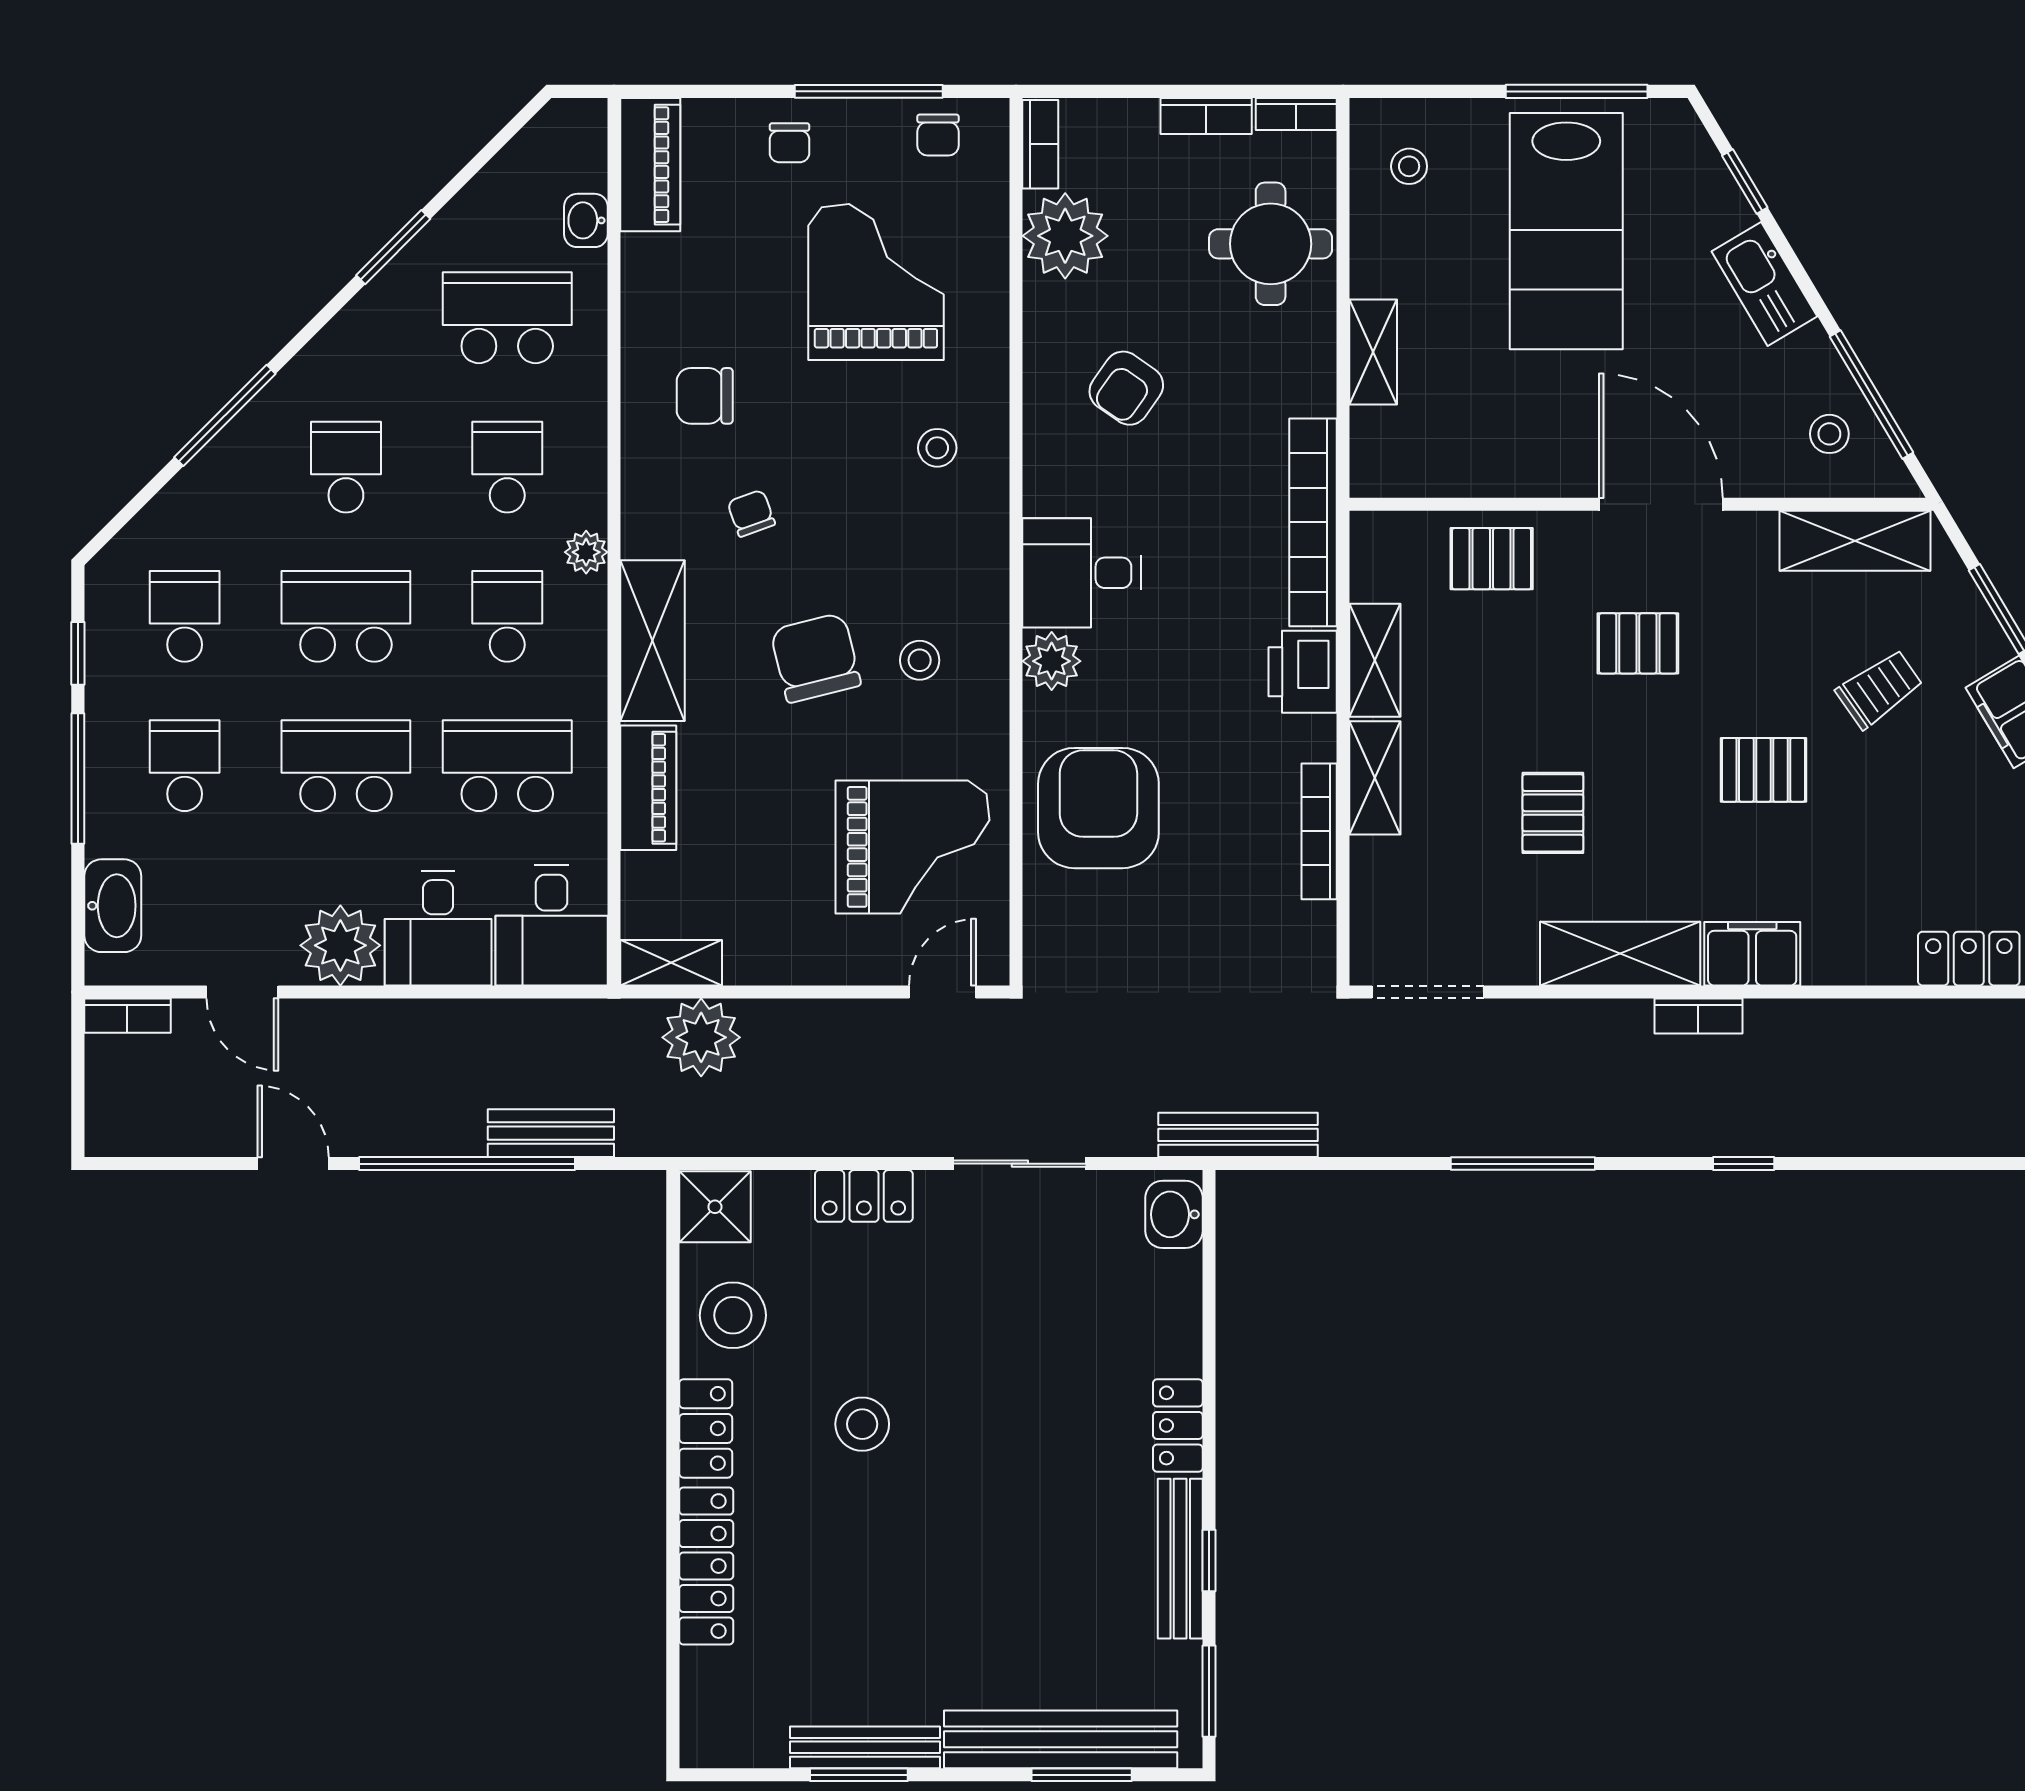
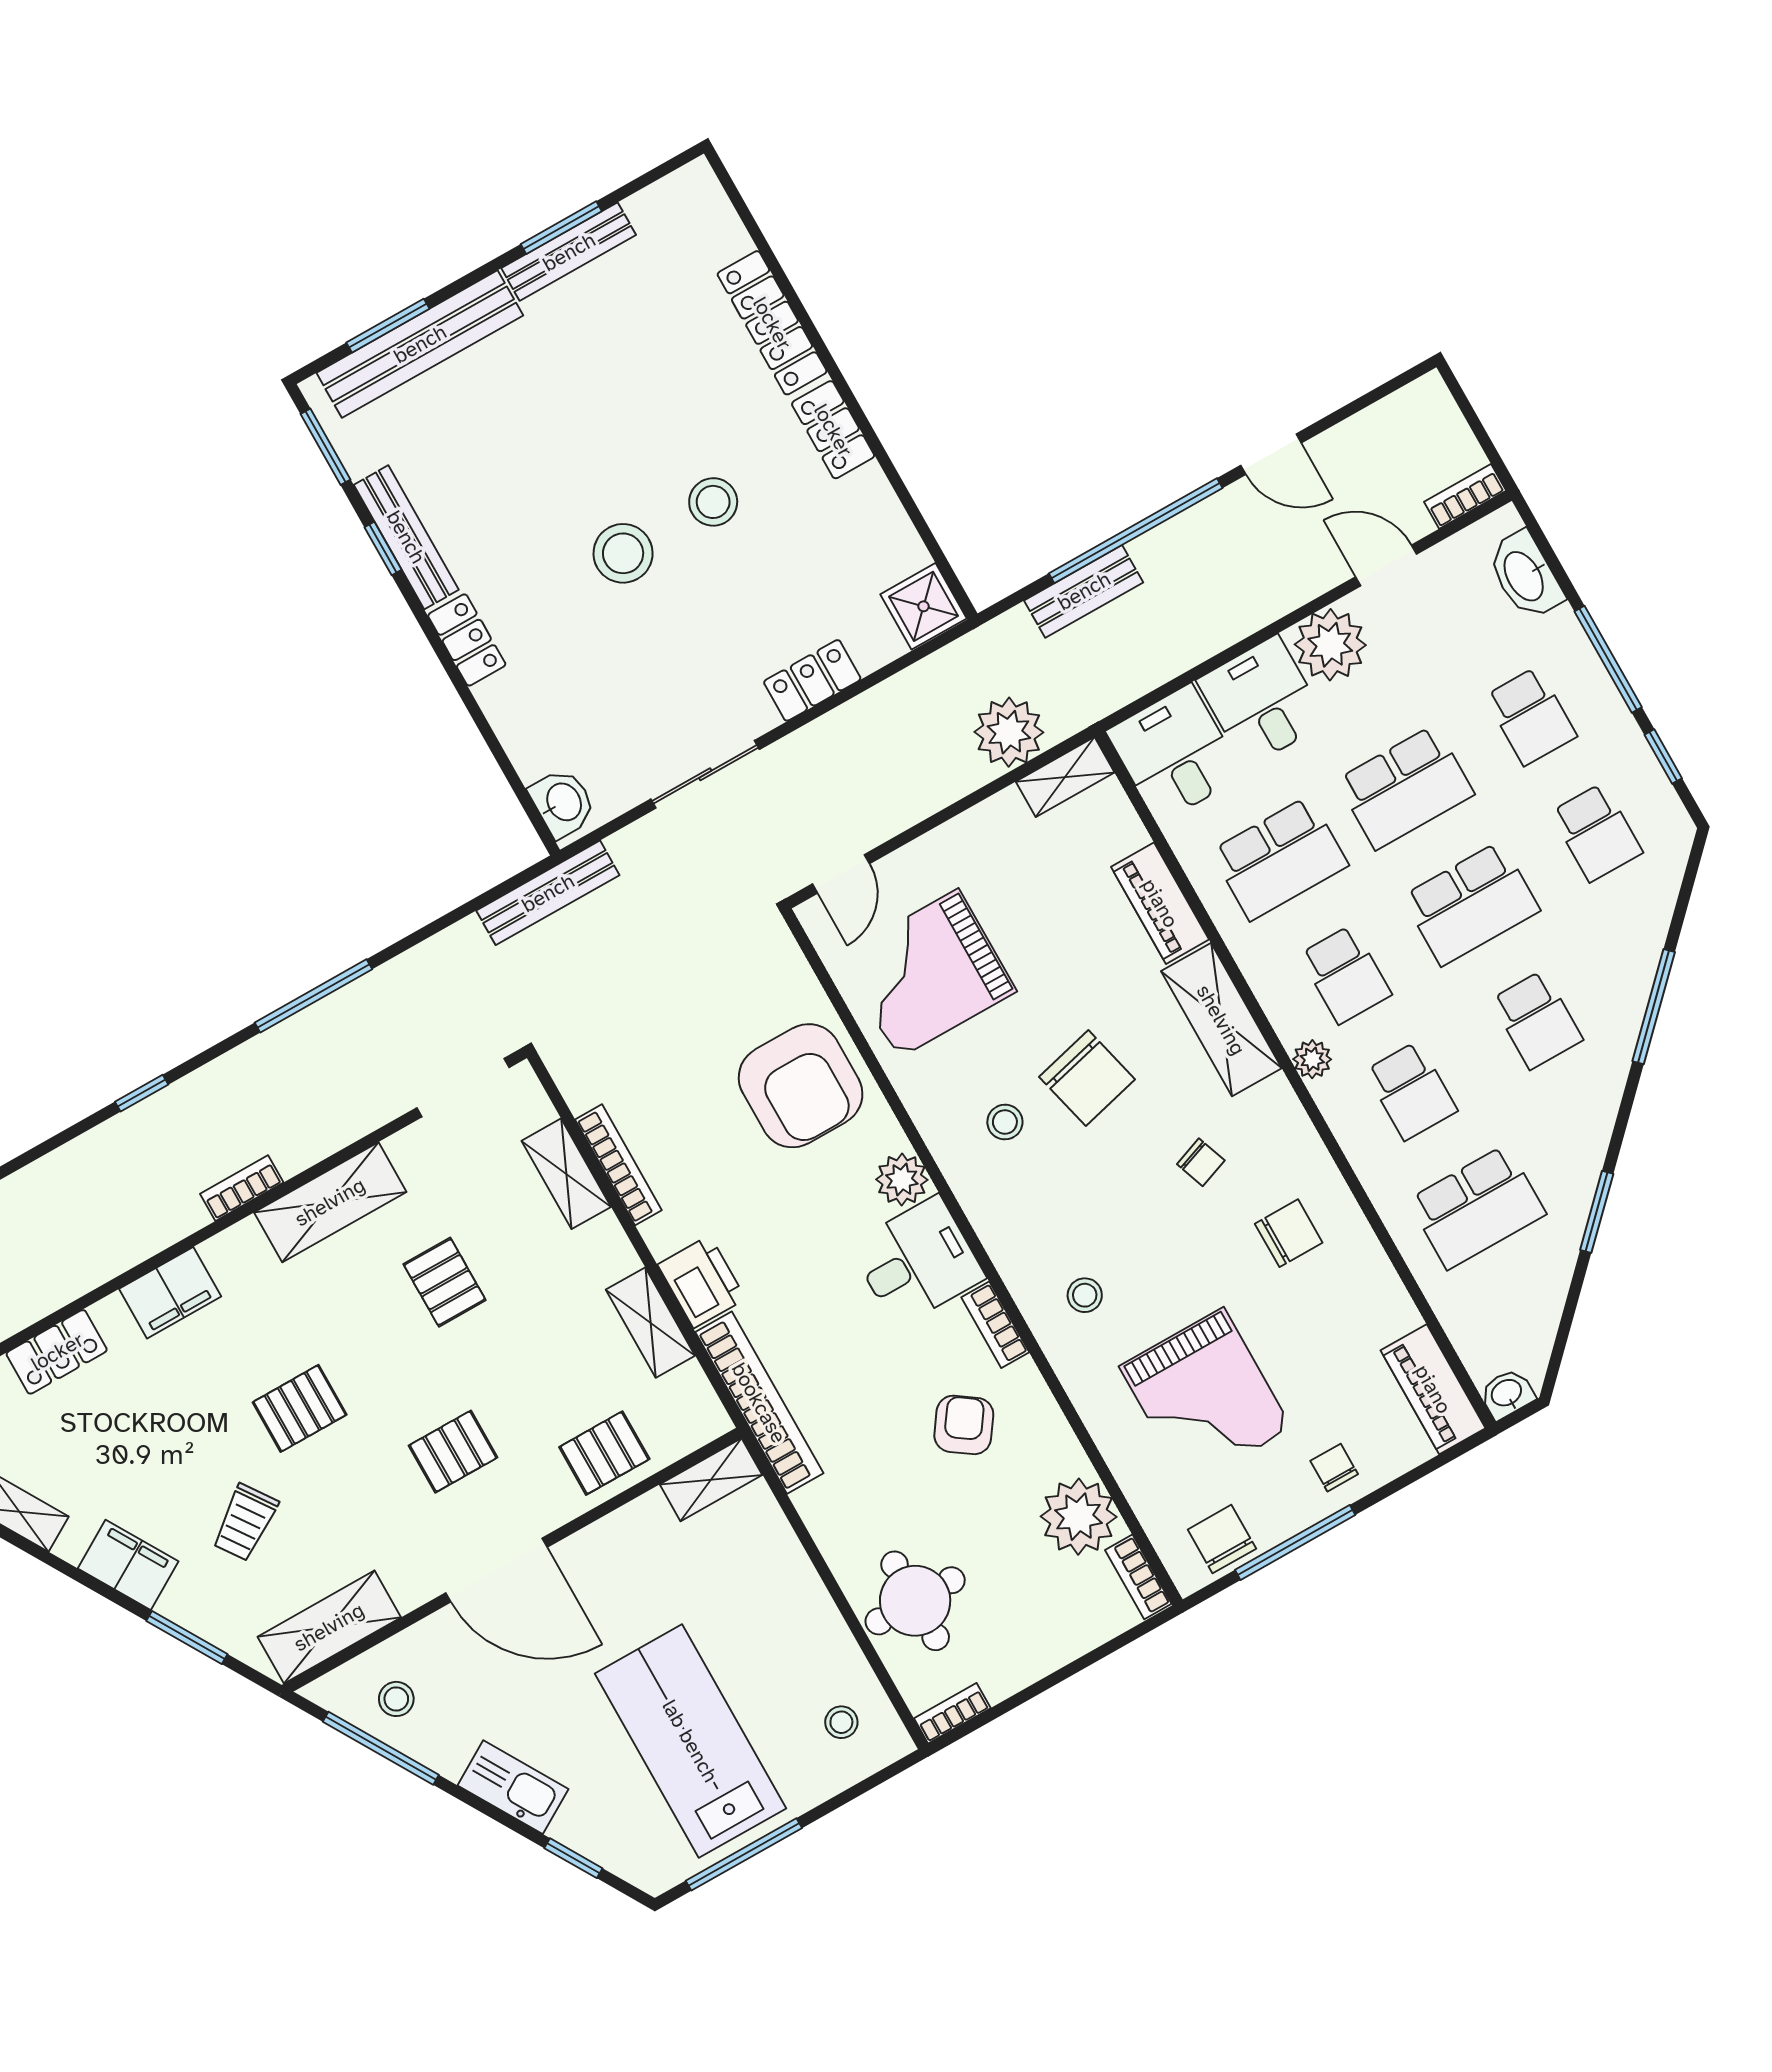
bookcase: (1206, 116) -> (995, 1325), moved, turned -90
chair: (938, 135) -> (1222, 1539), width x1.37, depth x1.37
washbasin: (586, 220) -> (1507, 1394), moved, turned -90
shelving: (1373, 352) -> (711, 1480), moved, turned 90
shelving: (1375, 778) -> (566, 1174), moved
filing cabinet: (1752, 954) -> (170, 1293), moved
stool: (733, 1315) -> (623, 553), moved

